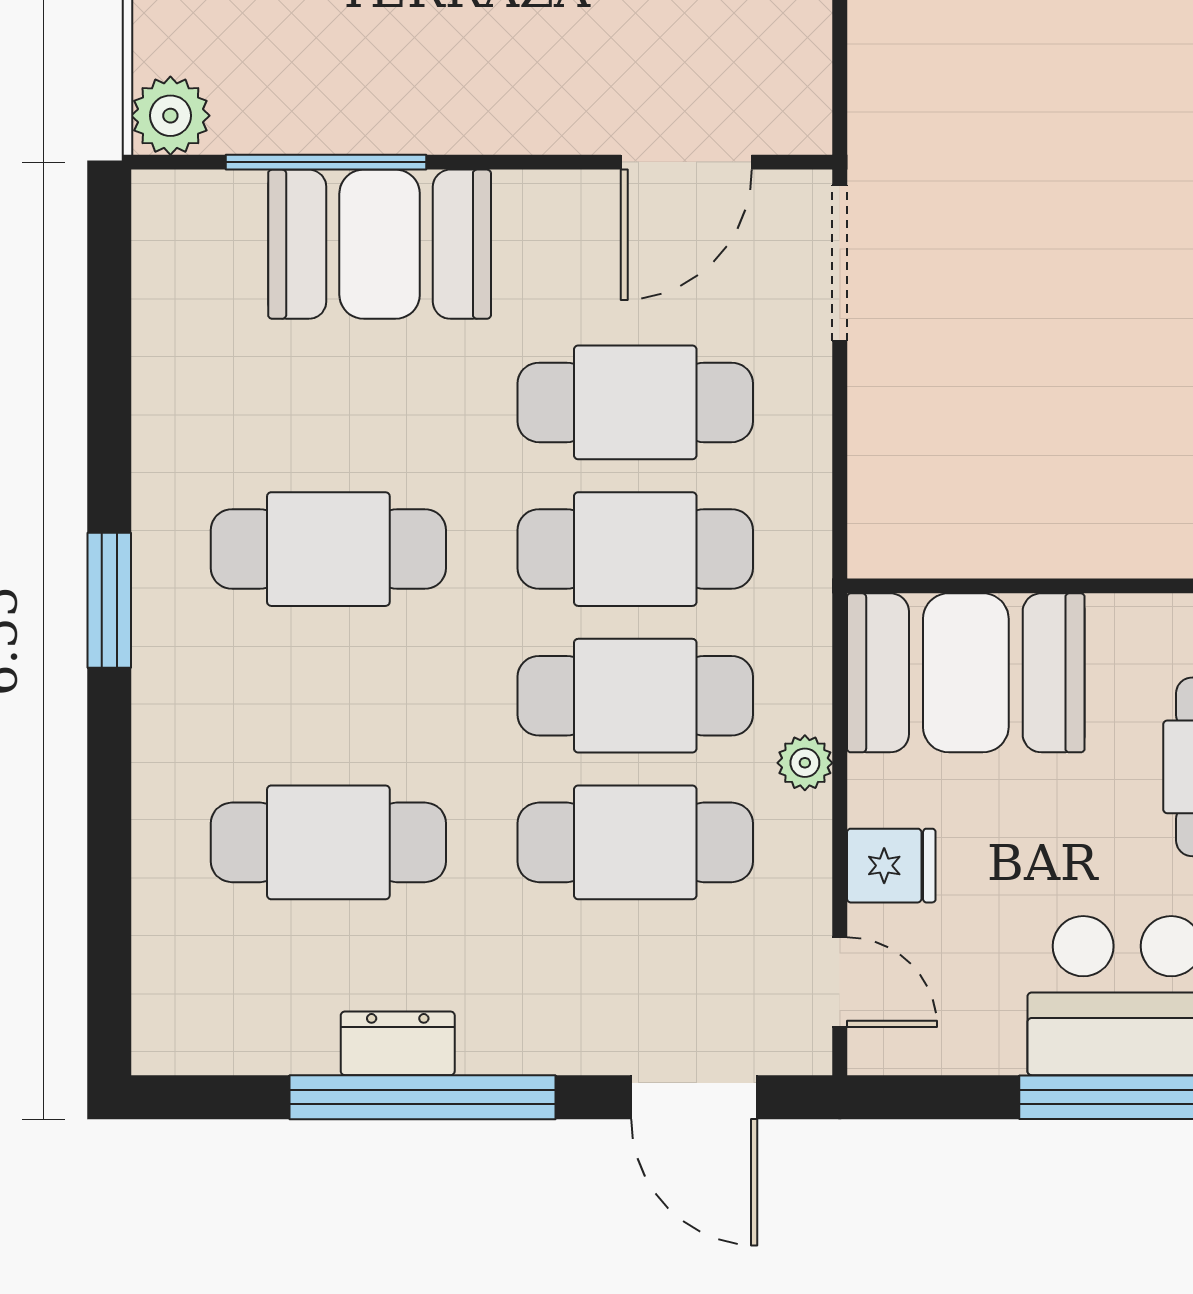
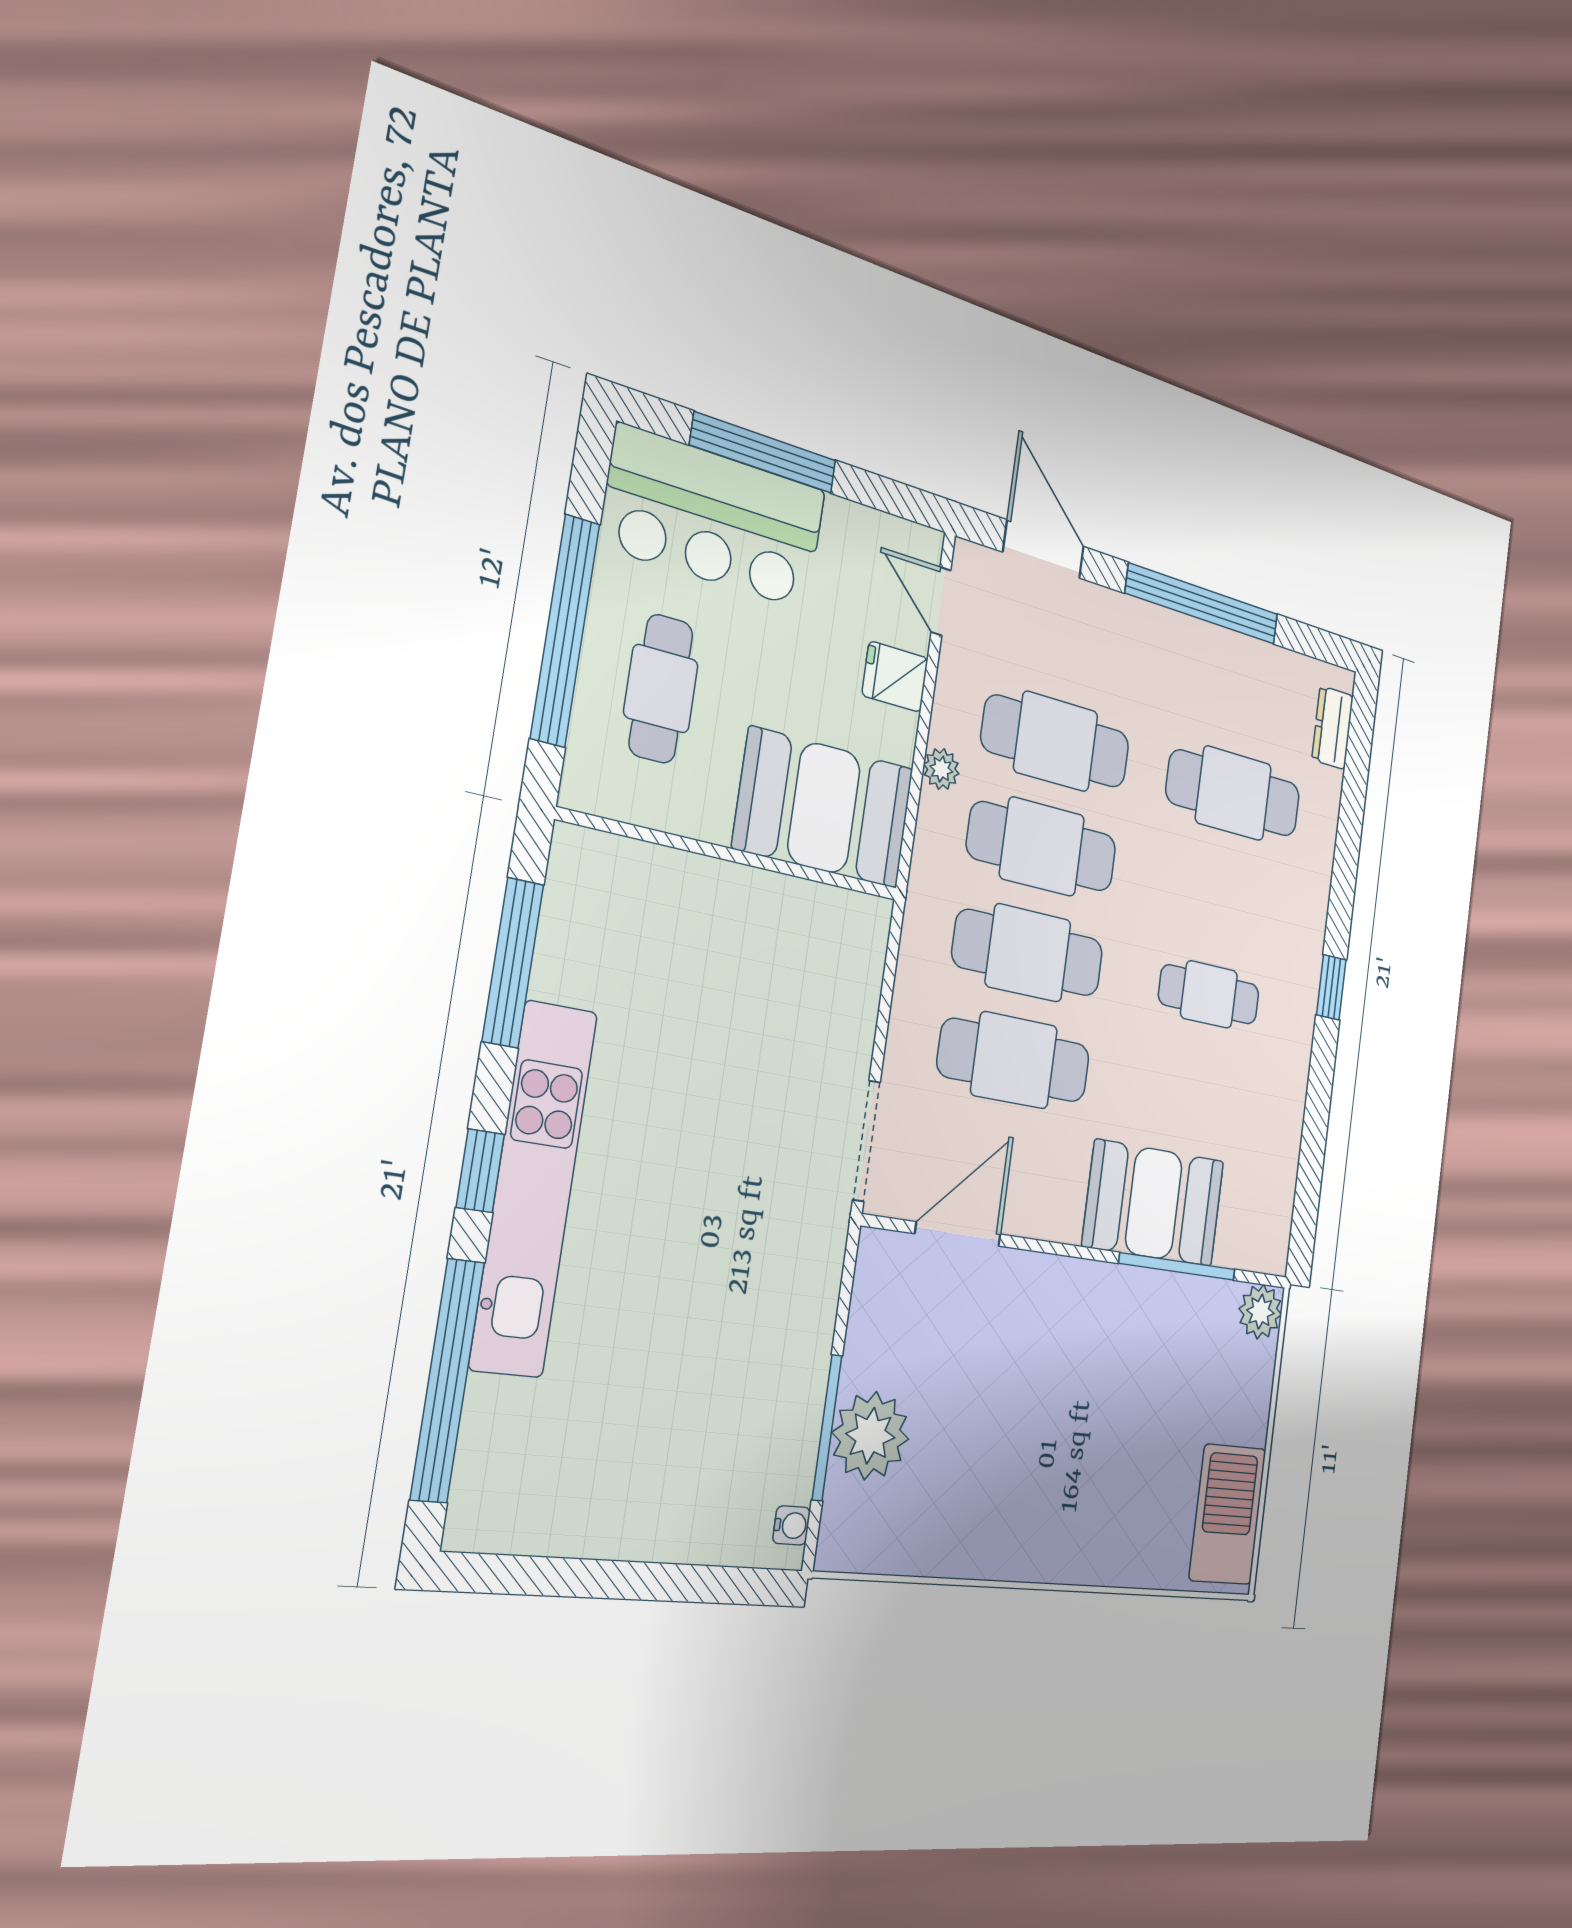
cafe table: (328, 549) -> (1209, 994), width x0.73, depth x0.74
window: (109, 600) -> (1331, 987), width x0.67
dresser: (398, 1043) -> (1333, 728), moved, turned 90

